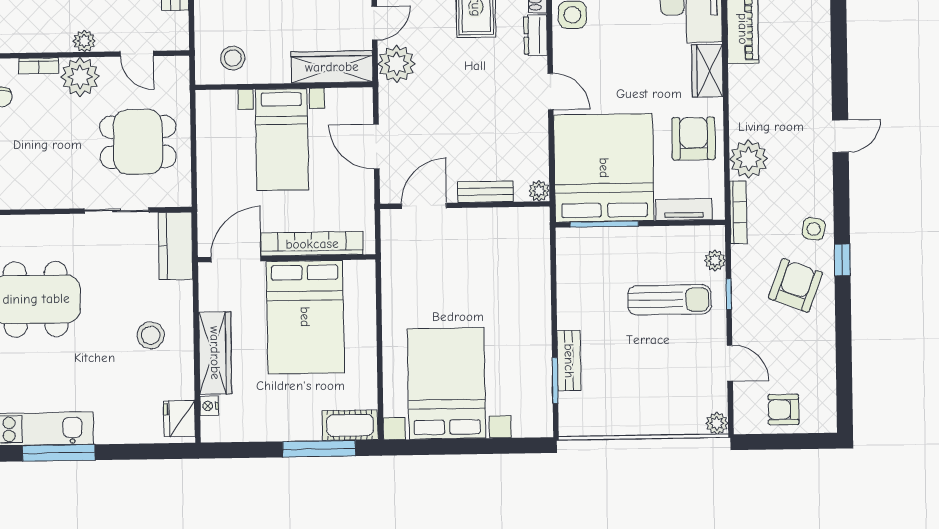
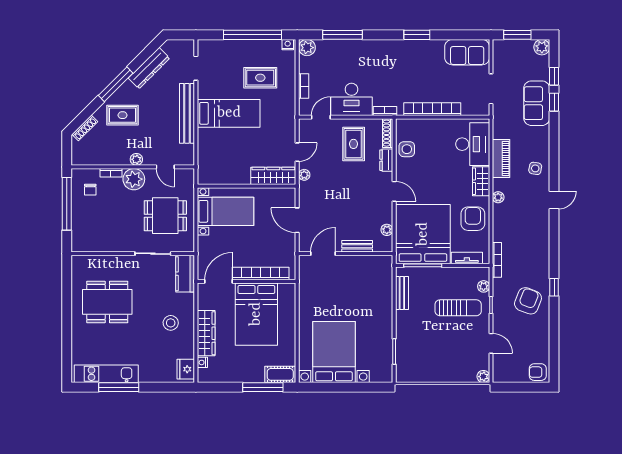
stool: (233, 58) -> (219, 170), removed
plant: (397, 64) -> (304, 175), width x0.53, depth x0.53
door: (840, 136) -> (554, 200), moved
bed with nightstands: (282, 140) -> (226, 211), moved, turned -90
plant: (749, 159) -> (498, 197), moved, width x0.53, depth x0.53
plant: (539, 191) -> (387, 230), moved
side table: (814, 229) -> (535, 168), moved
bench: (569, 361) -> (402, 293), moved
armchair: (784, 410) -> (538, 372), moved

